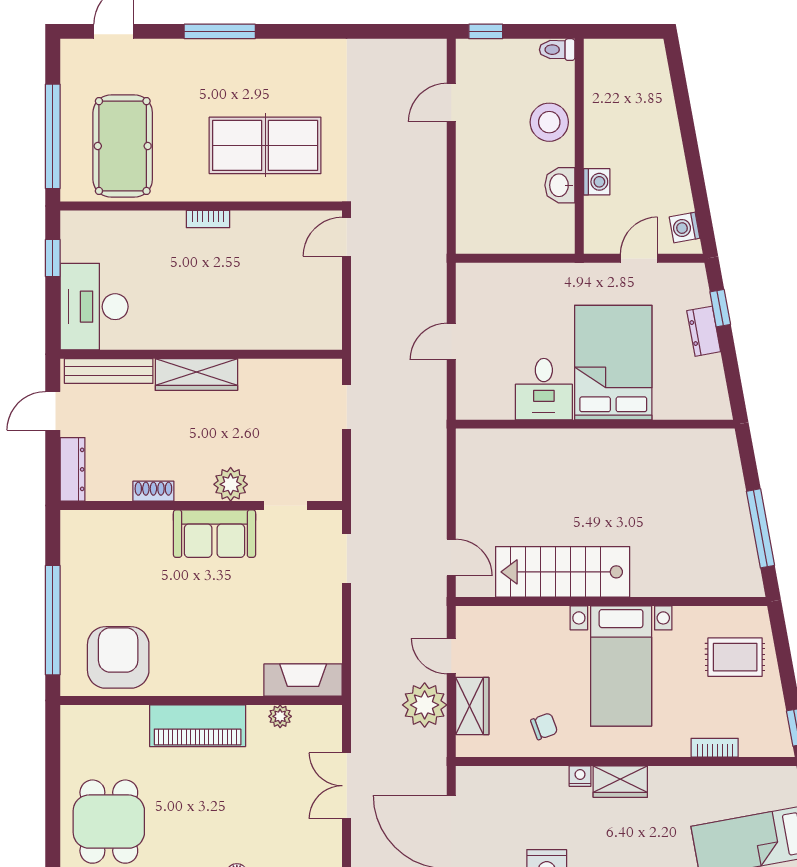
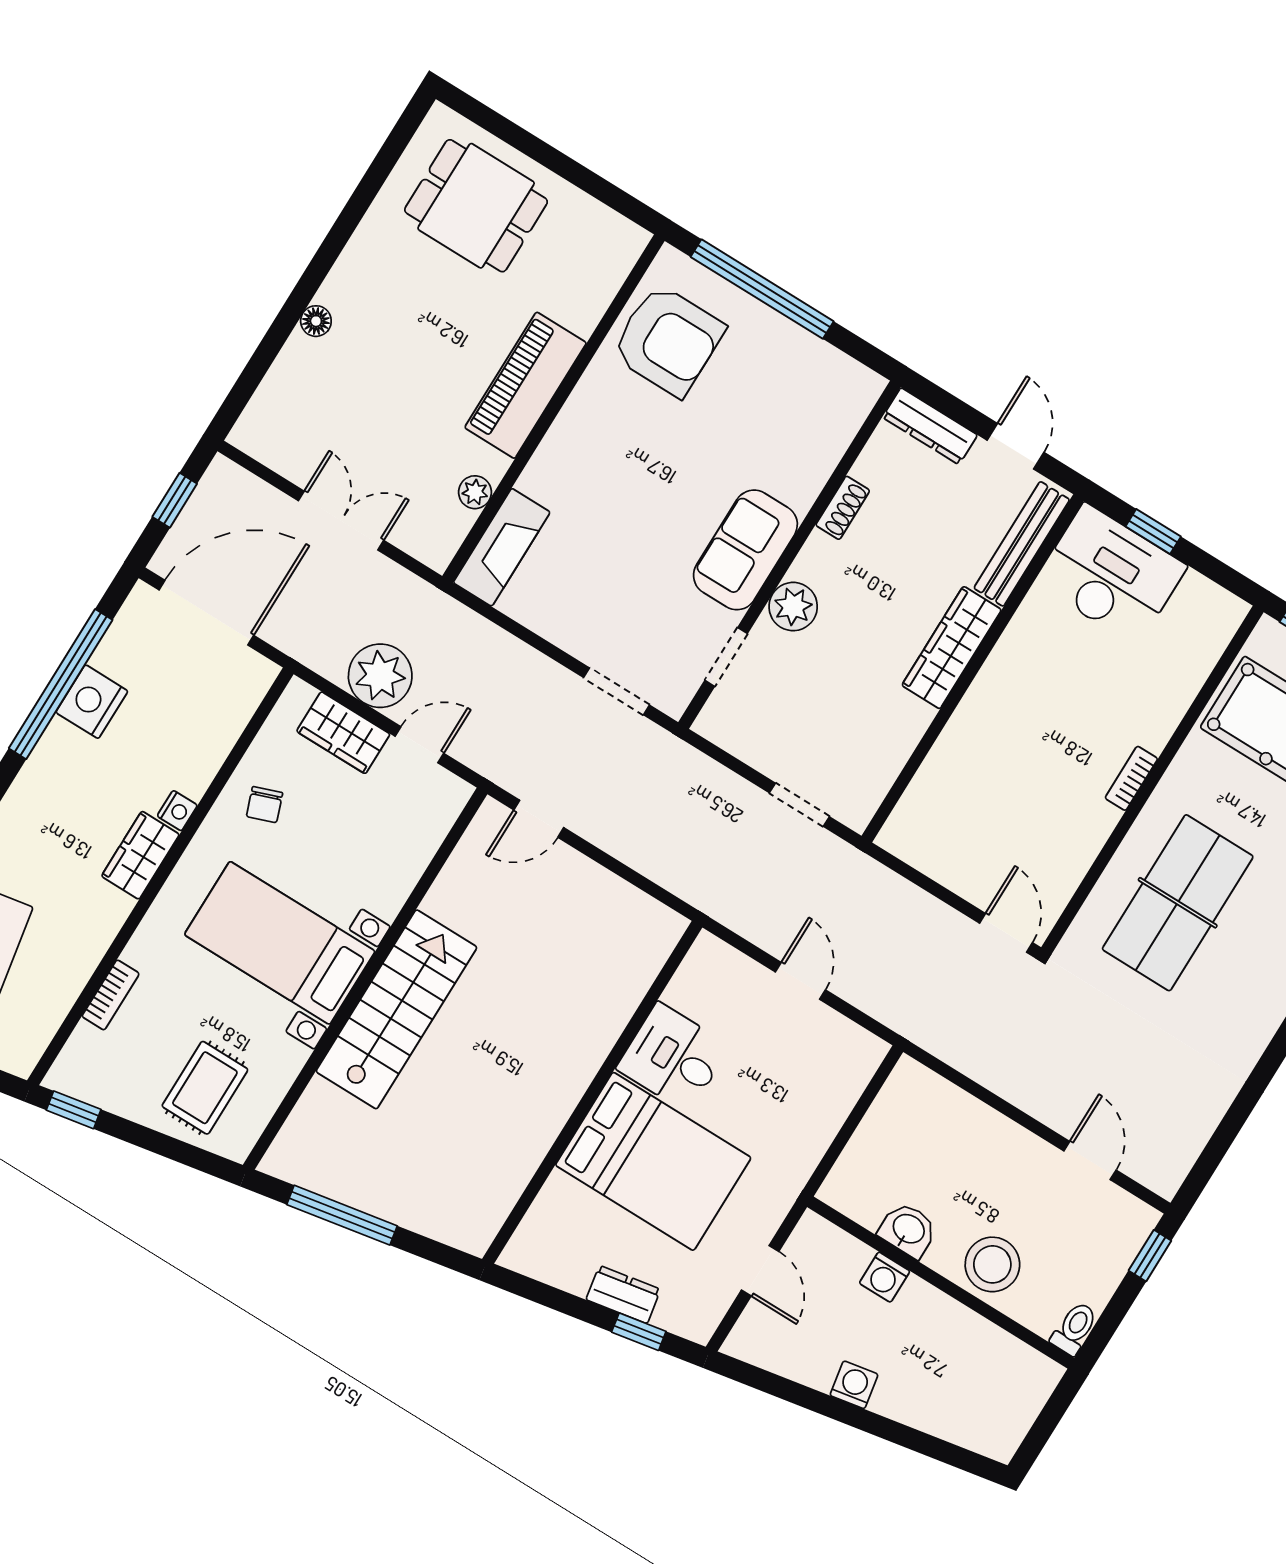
washing machine: (685, 228) -> (854, 1385), moved
window: (53, 258) -> (1153, 532), moved
stairs: (563, 572) -> (396, 1009), moved

